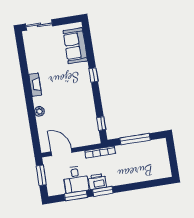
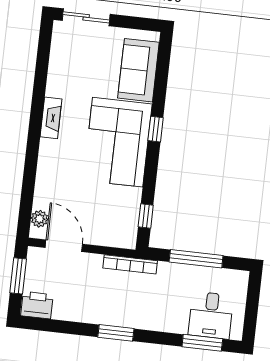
corner sofa: (75, 88) -> (118, 142), added
plant: (39, 111) -> (40, 219), moved
desk: (76, 179) -> (211, 315), moved
printer: (97, 182) -> (37, 305), moved
window: (76, 196) -> (202, 343), moved

